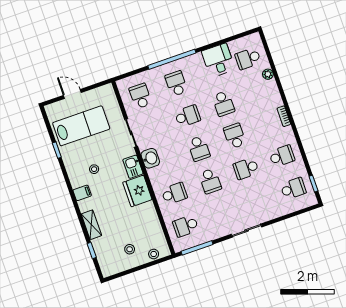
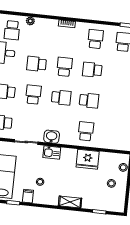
school desk: (223, 104) -> (37, 64), turned 180
school desk: (235, 136) -> (64, 67), turned 90
school desk: (246, 169) -> (92, 70), turned 90
fridge: (137, 191) -> (88, 159), moved
filing cabinet: (82, 193) -> (28, 196), moved
shelving: (91, 225) -> (70, 202), moved
school desk: (186, 226) -> (114, 134), removed

